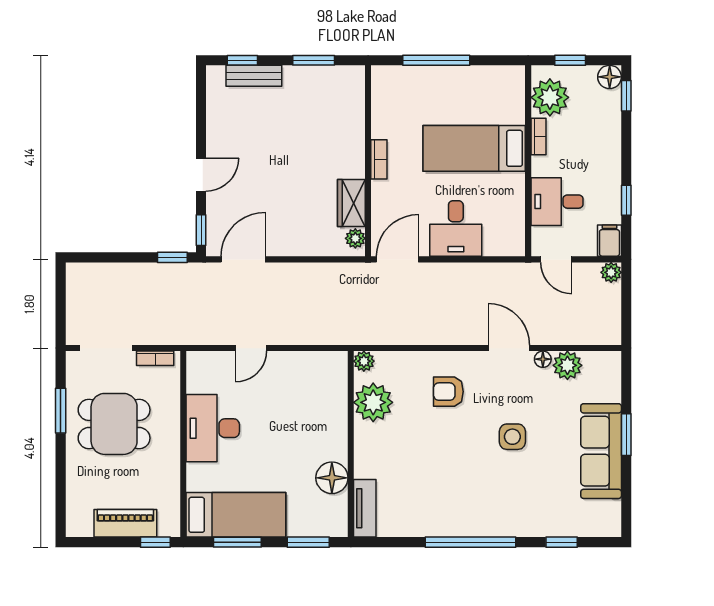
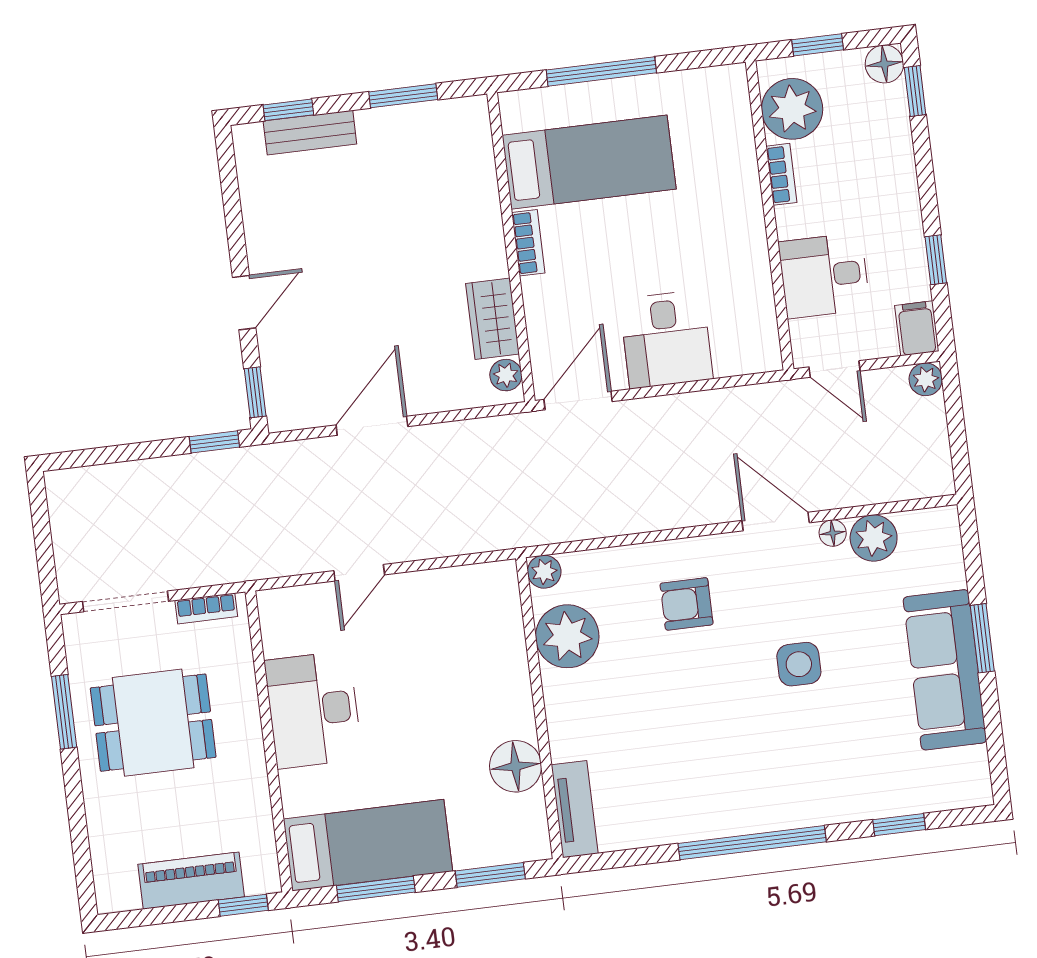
bed: (474, 148) -> (589, 162), moved, turned 180
door: (243, 259) -> (372, 426), moved

